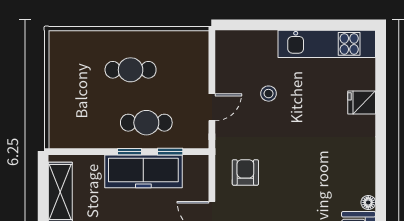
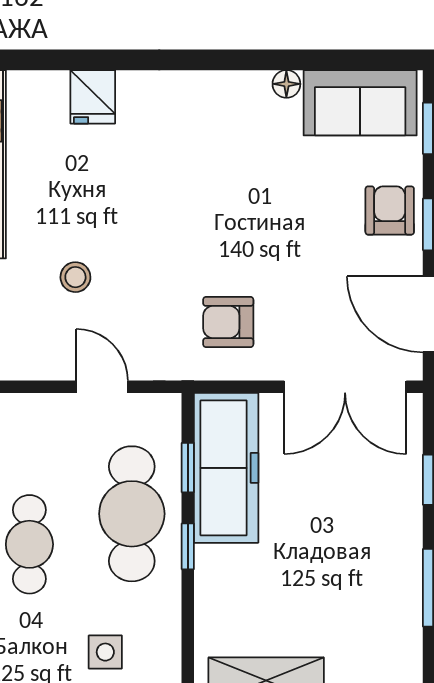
side table: (75, 109) -> (105, 652), added
cafe table: (146, 123) -> (132, 514), width x1.37, depth x1.35
freezer: (143, 171) -> (226, 468), moved

